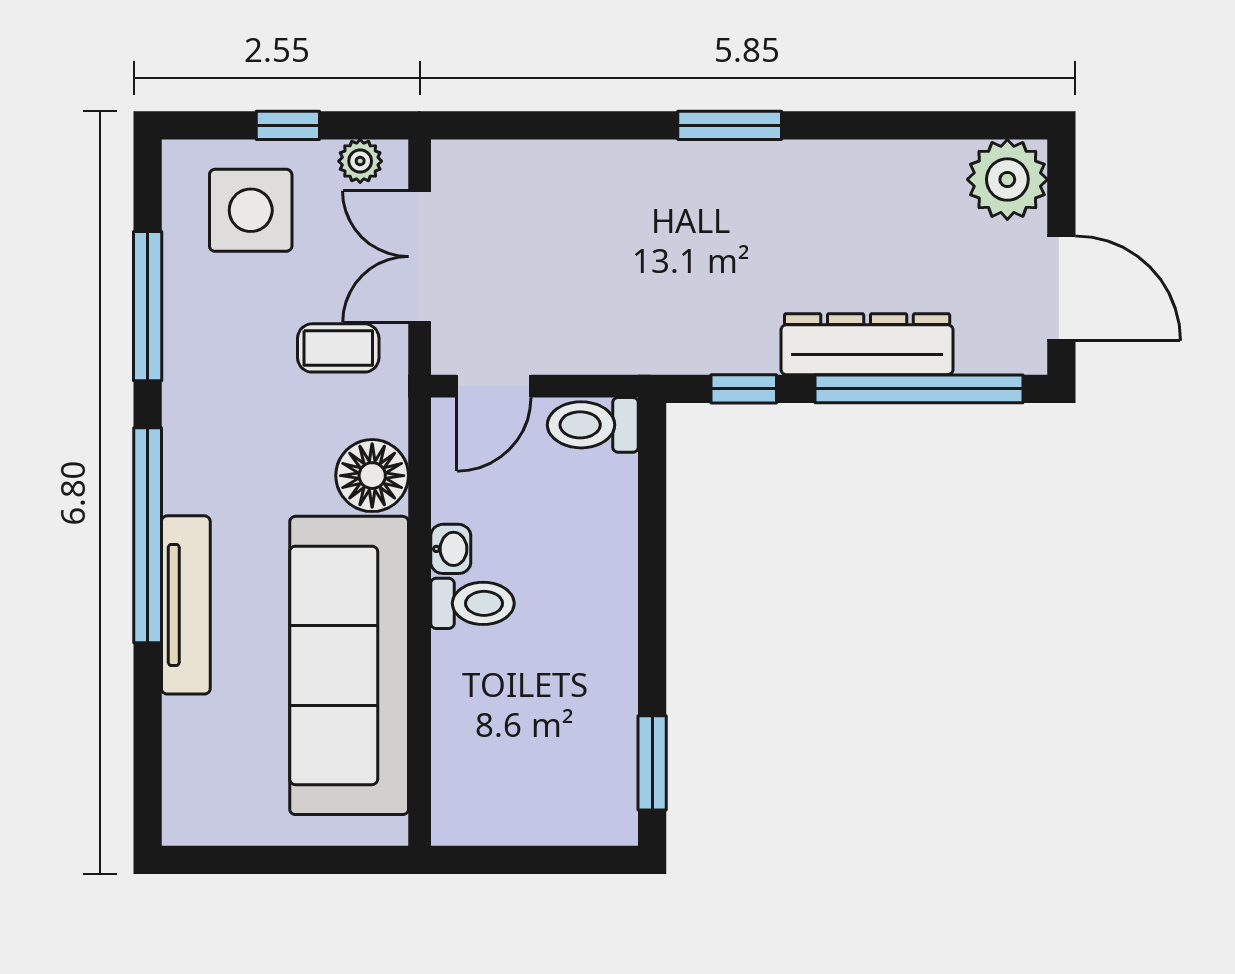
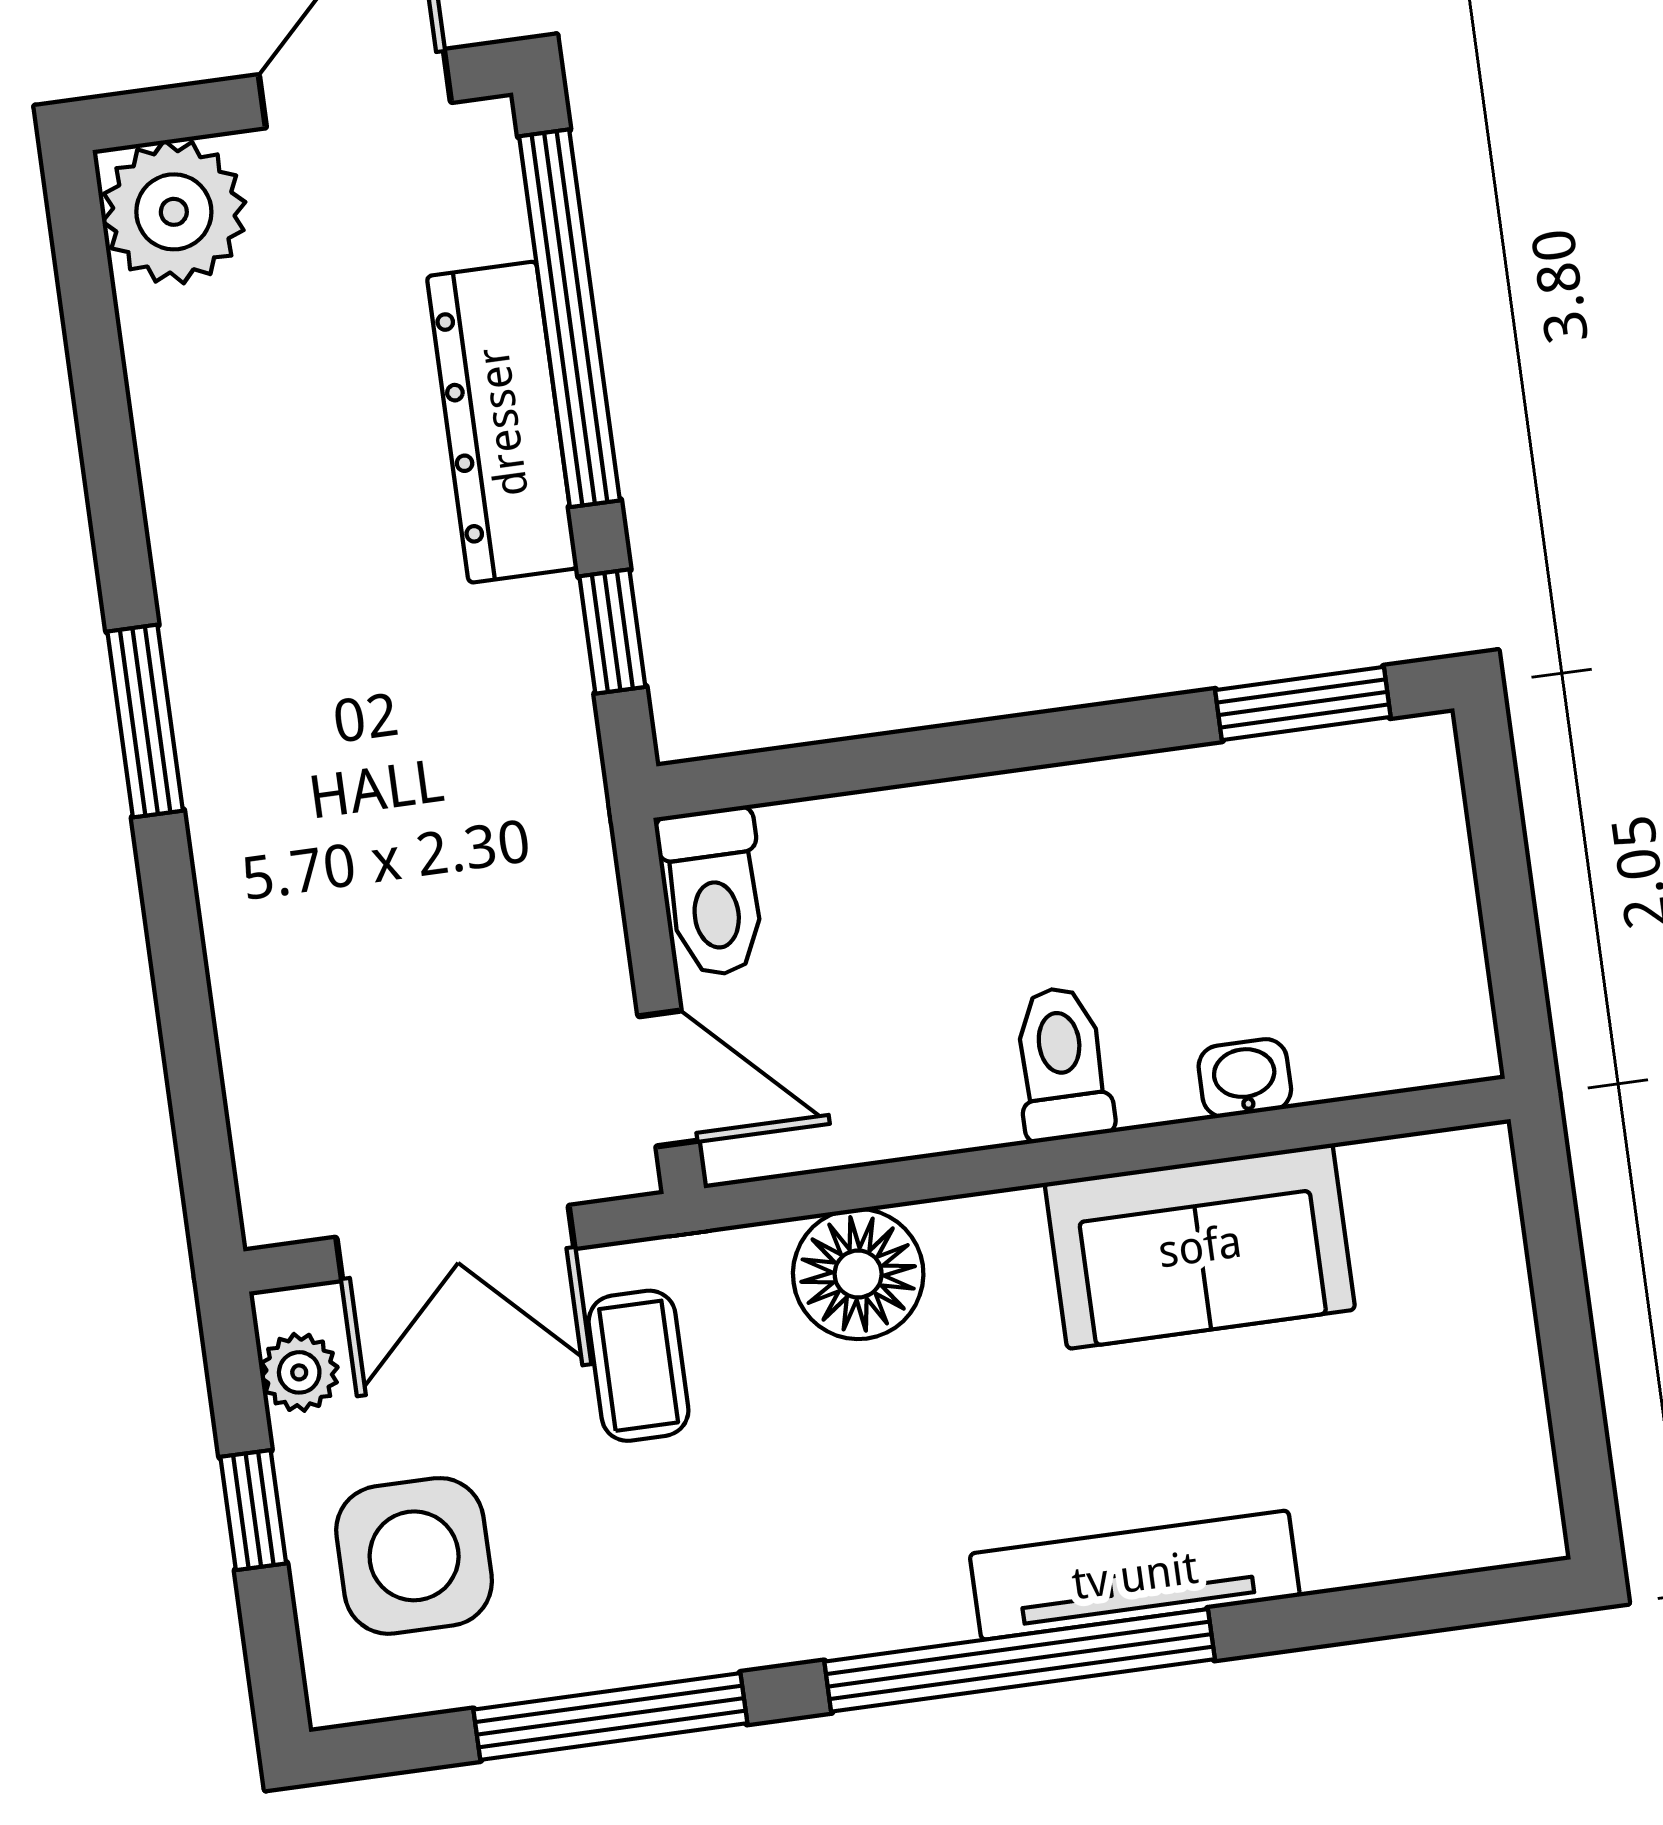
washbasin: (451, 549) -> (1245, 1078), moved
sofa: (349, 665) -> (1200, 1246), width x0.54, depth x0.79

